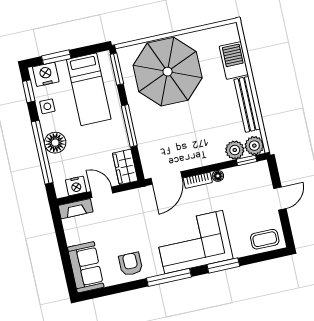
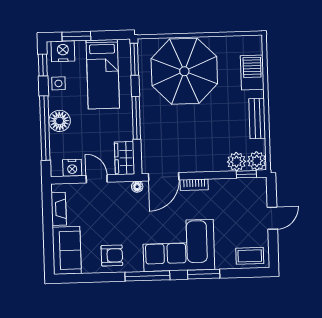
bench: (247, 104) -> (257, 118), width x0.73
floor lamp: (218, 176) -> (137, 187), moved
fireplace: (76, 209) -> (59, 209), moved, turned -90
armchair: (131, 264) -> (112, 255), turned 90

